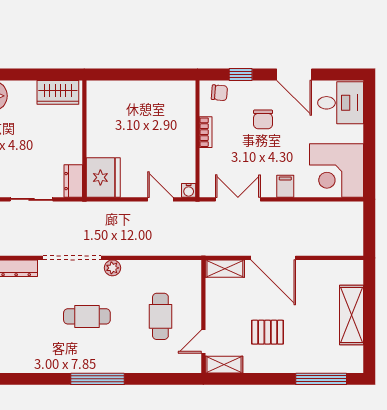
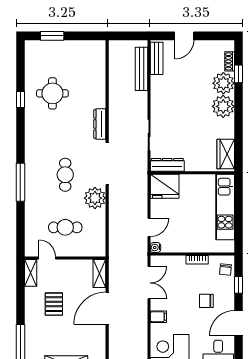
kitchen unit: (132, 93) -> (225, 207), added
dresser: (73, 181) -> (167, 165), width x1.44
plant: (112, 268) -> (95, 198), width x1.87, depth x1.87

